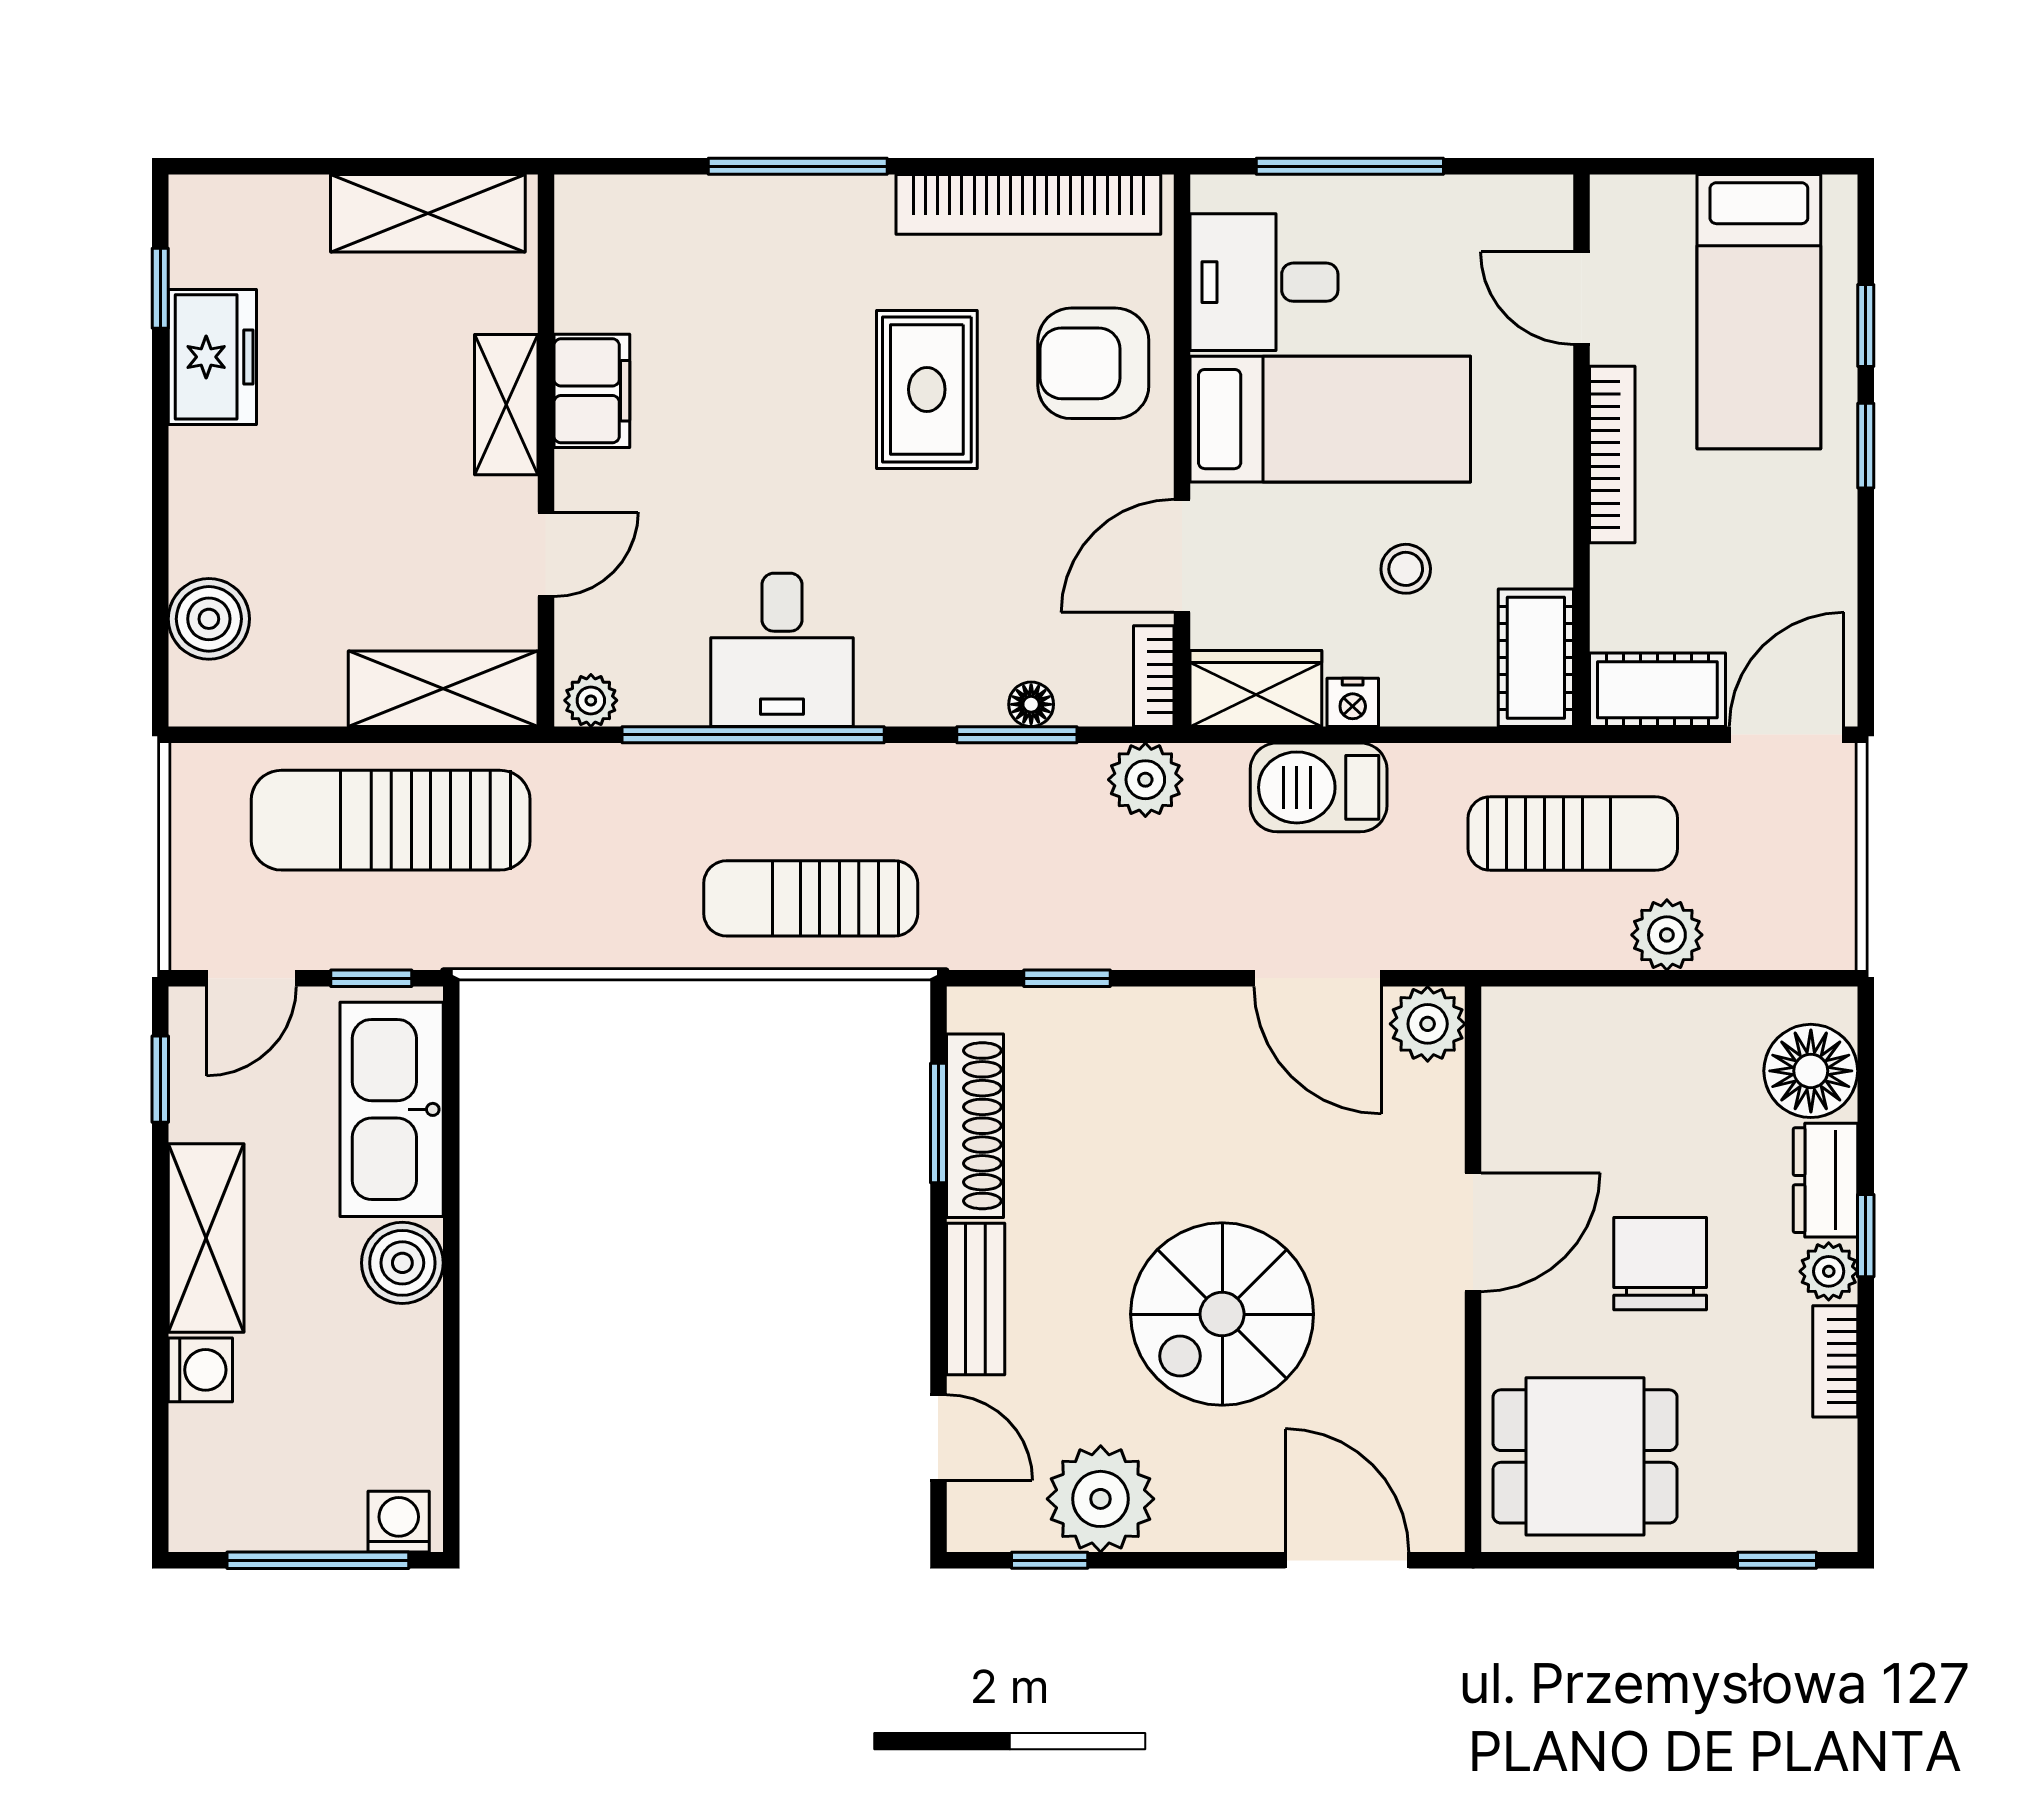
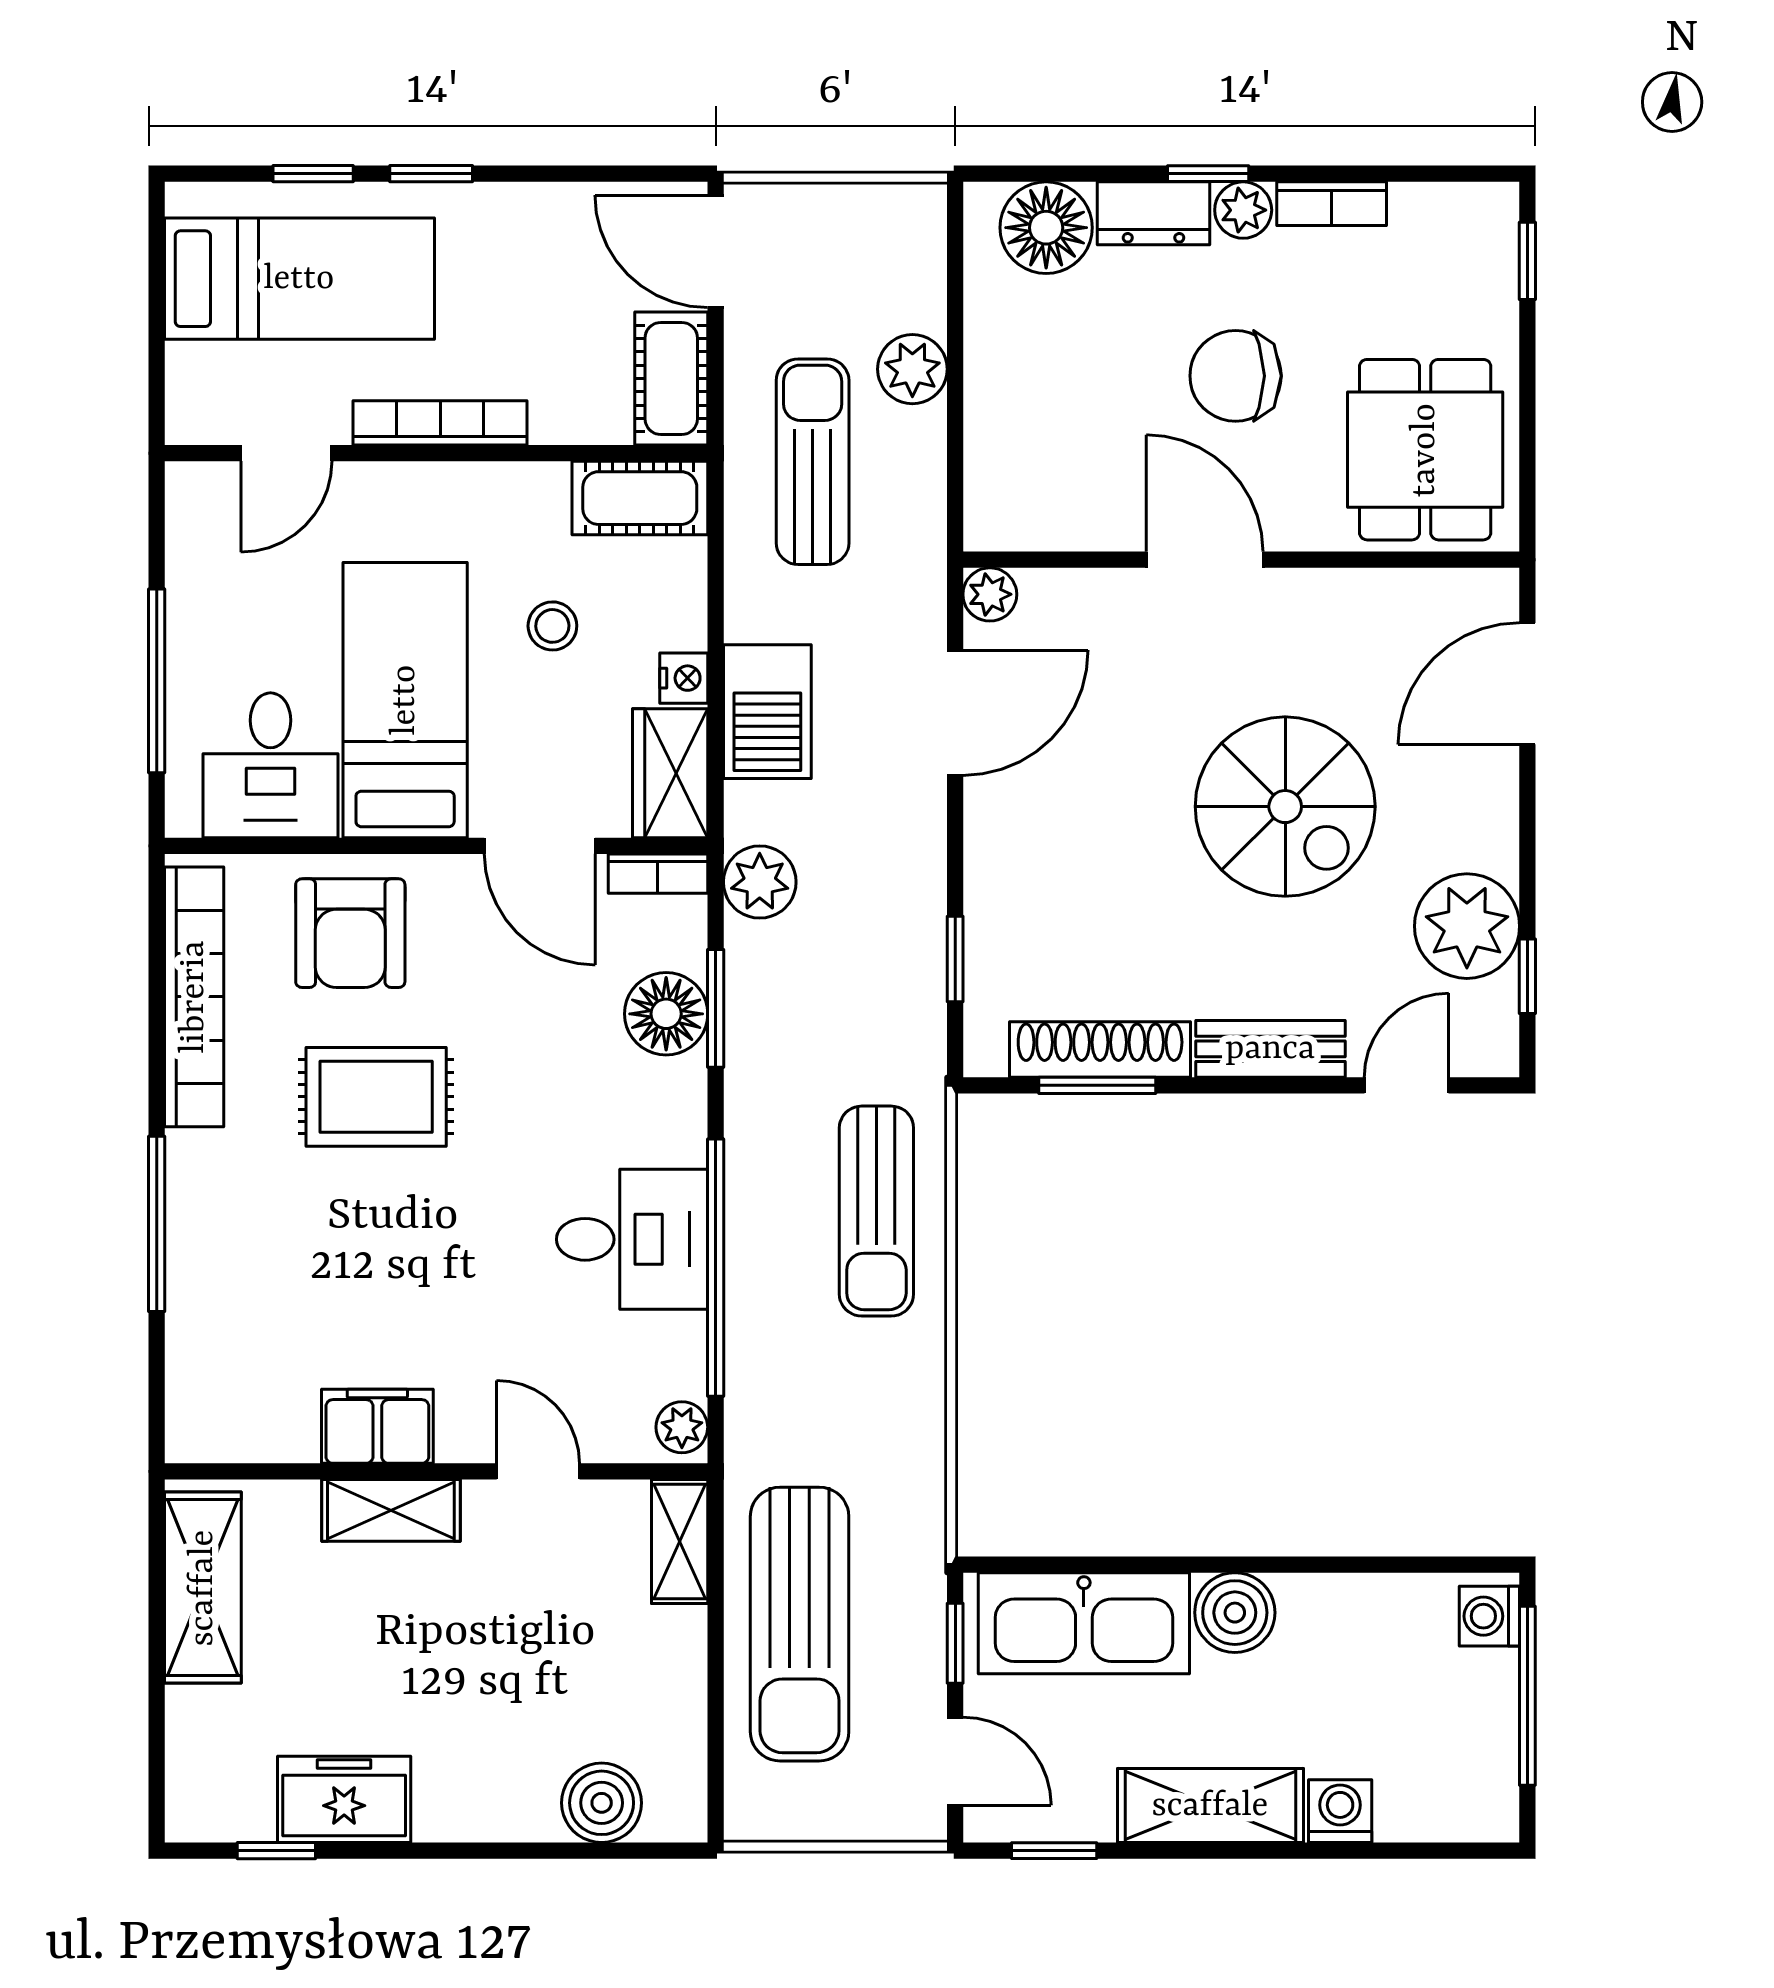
shelving: (443, 689) -> (680, 1541), width x0.67, depth x0.75
floor lamp: (1031, 704) -> (666, 1014), width x1.89, depth x1.89
plant: (1428, 1024) -> (990, 594), width x0.73, depth x0.73

